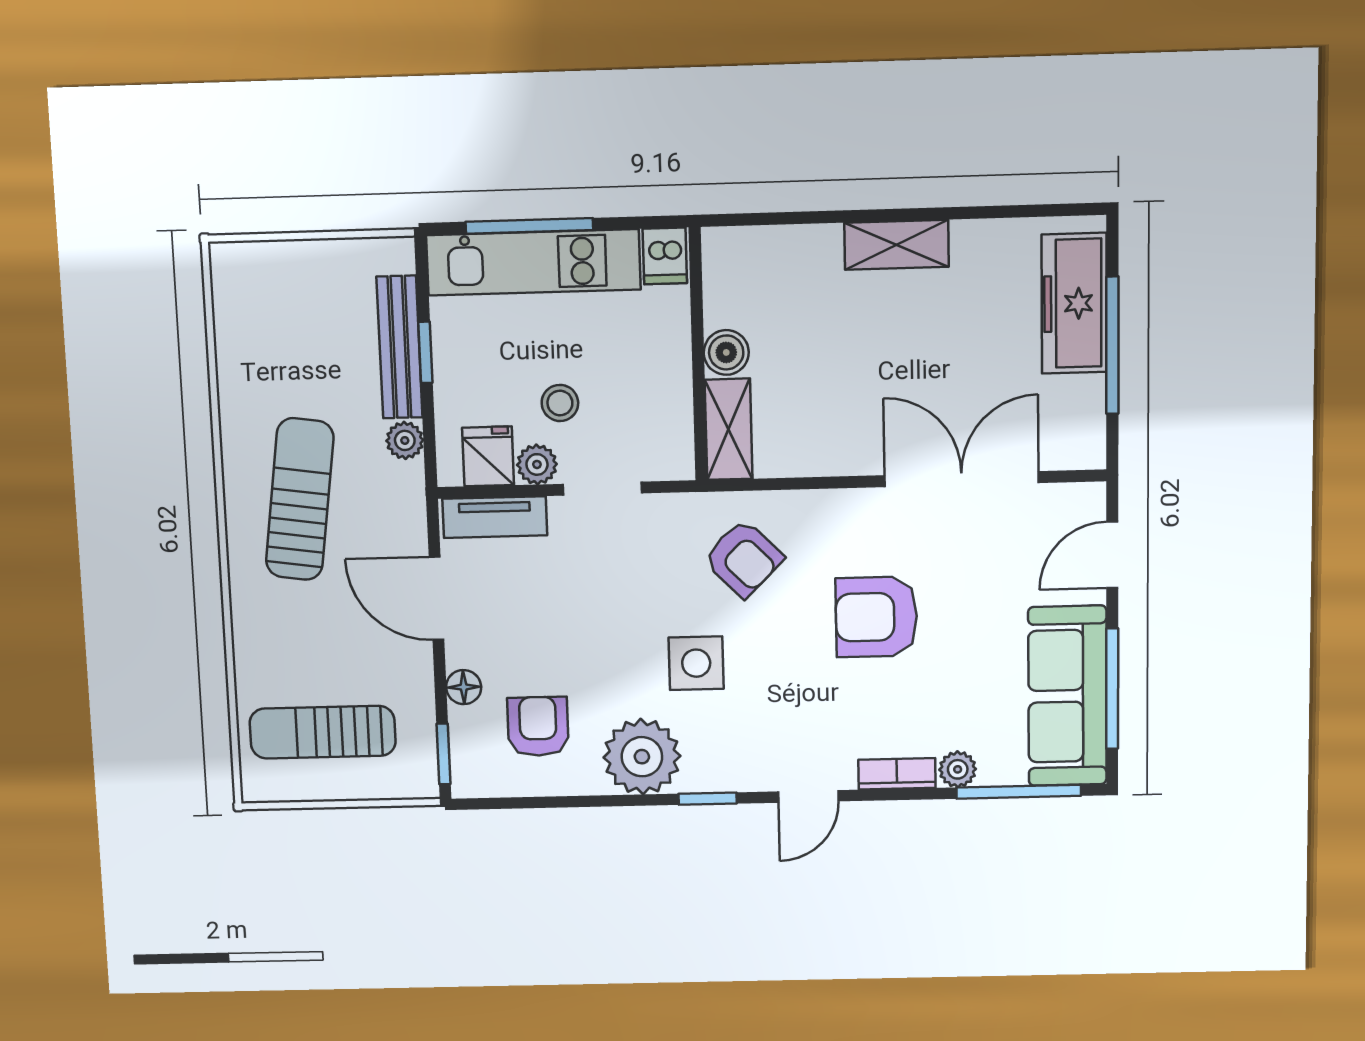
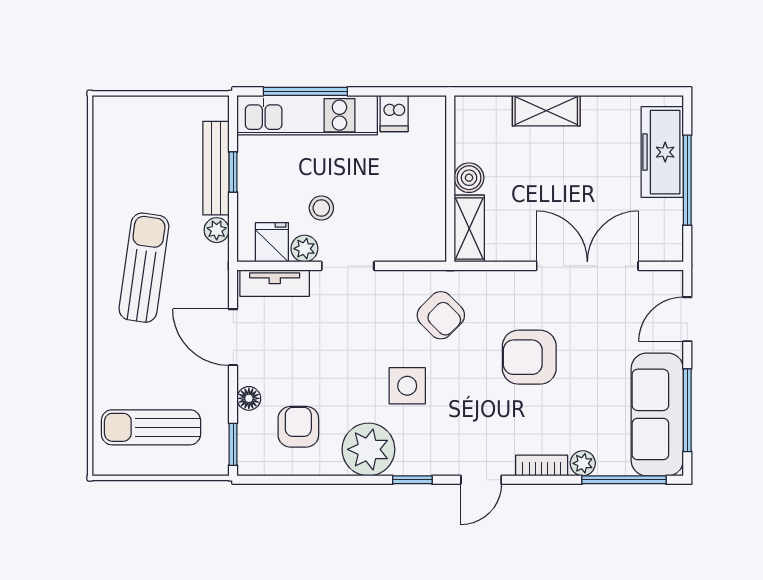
boiler: (726, 352) -> (469, 178), moved
wall: (698, 355) -> (450, 179), moved
shelving: (728, 429) -> (469, 229), moved

